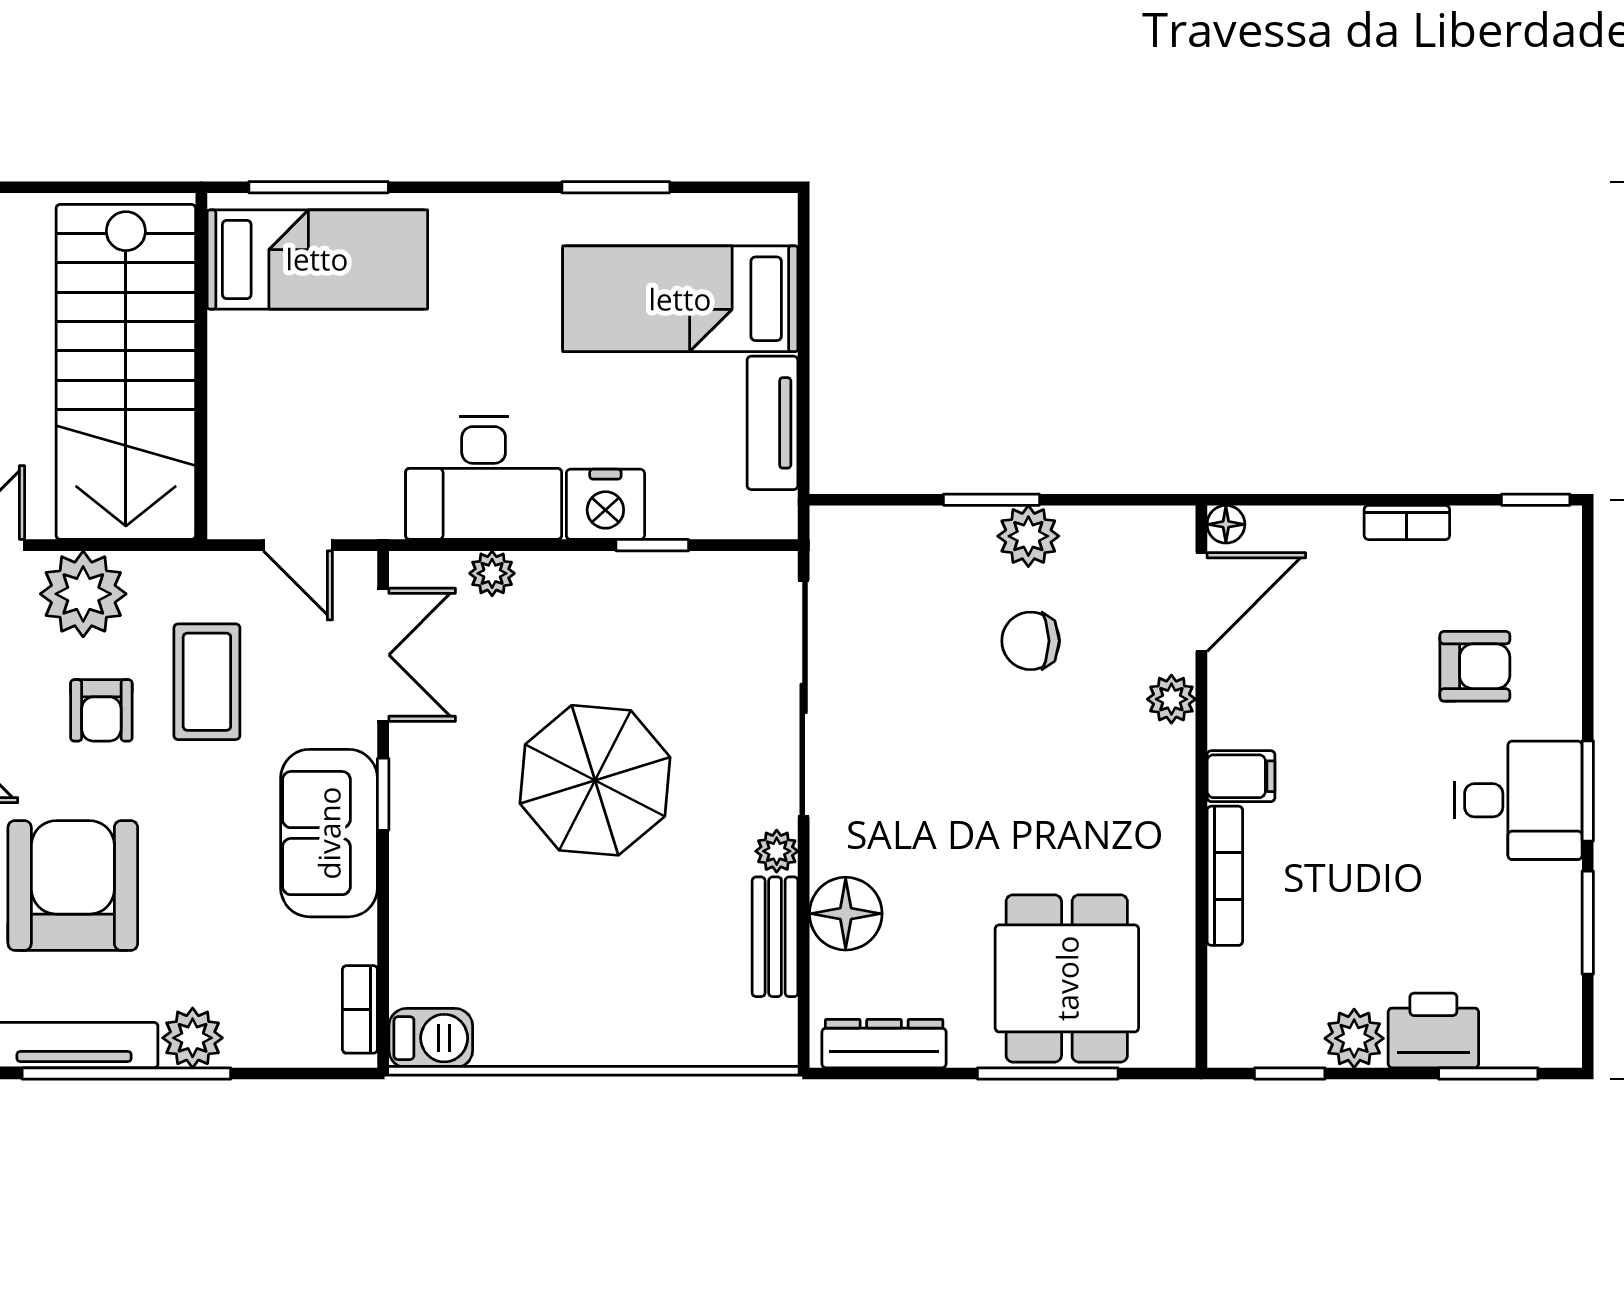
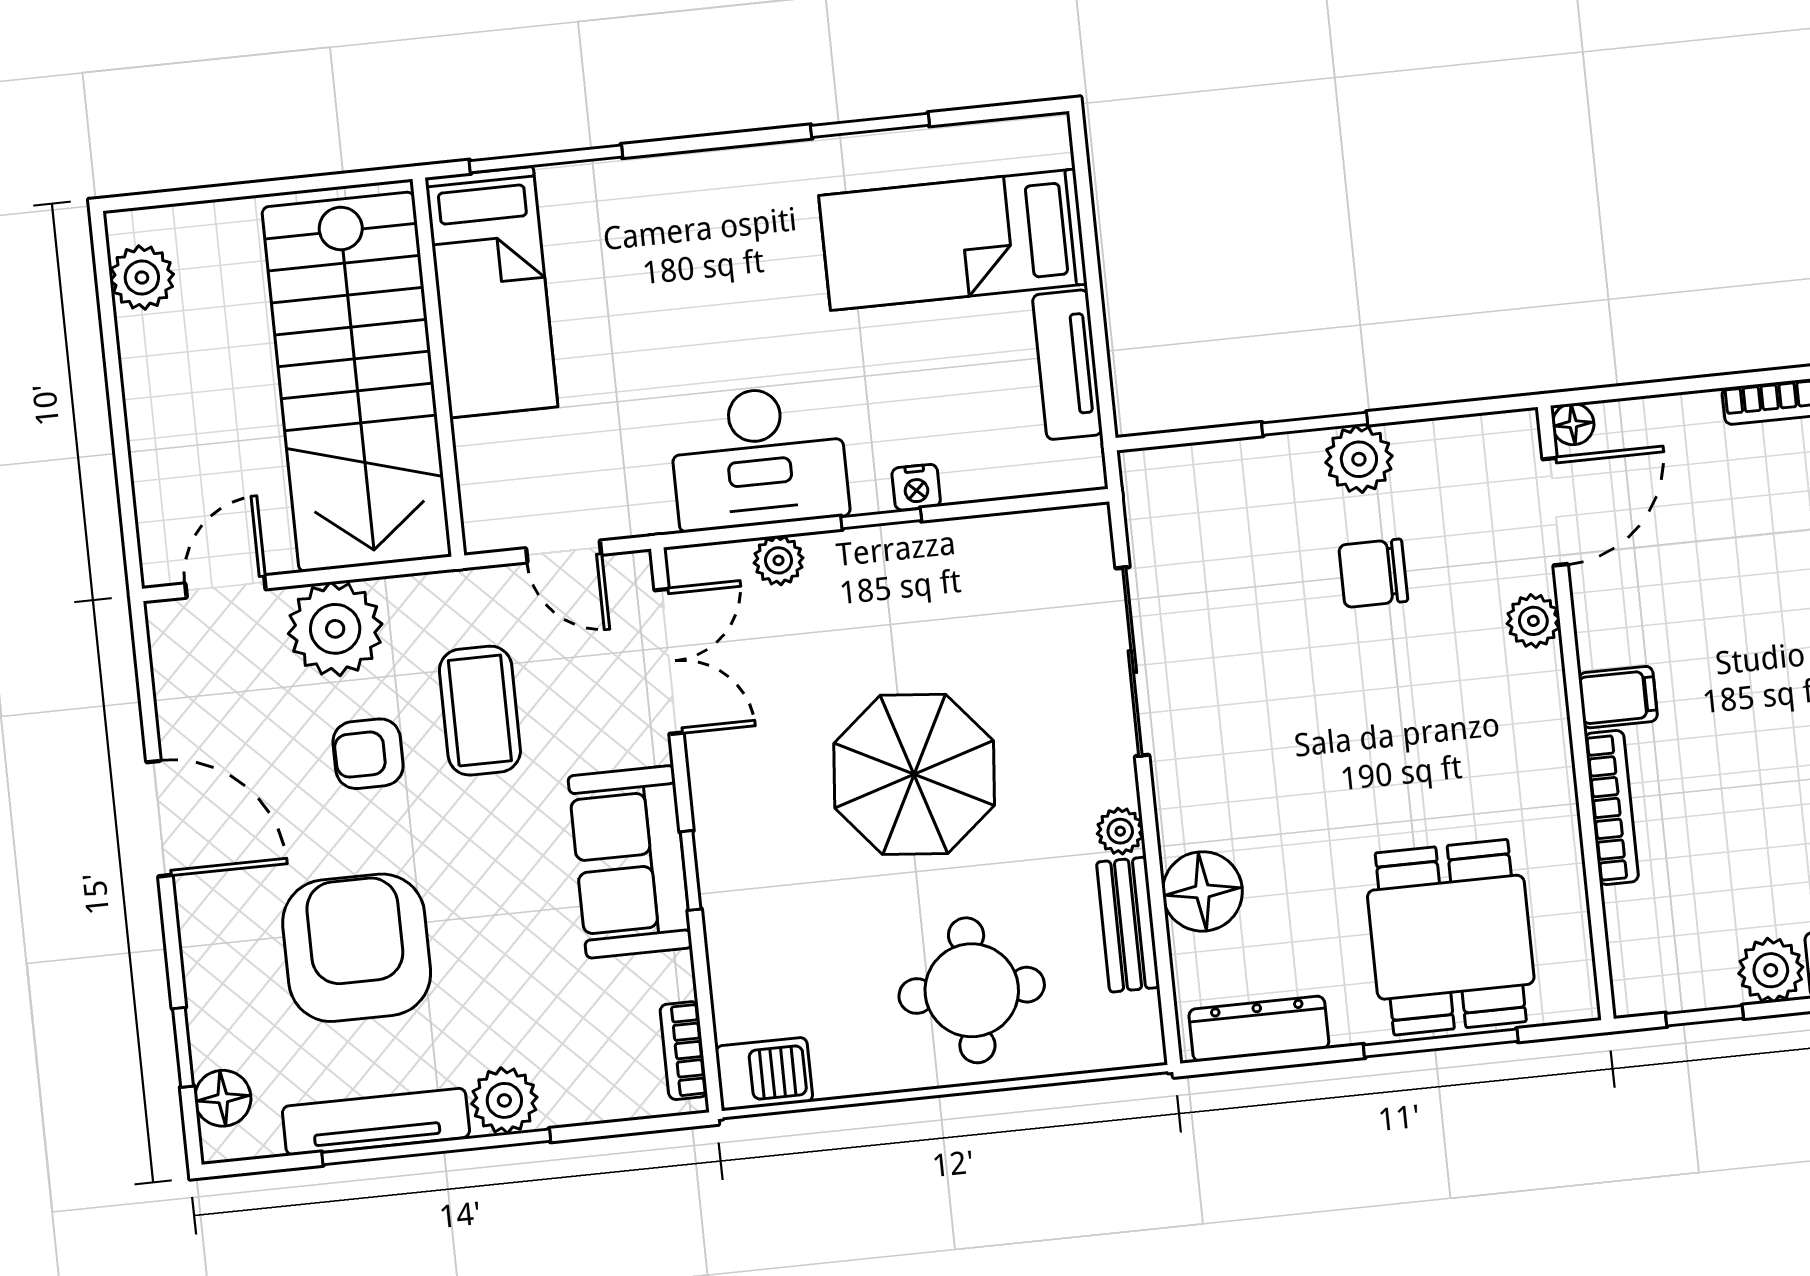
bed: (317, 259) -> (491, 292), moved, turned 90
nightstand: (605, 504) -> (916, 487), width x0.53, depth x0.56
window: (652, 545) -> (881, 519), moved
sliding door: (804, 698) -> (1132, 662), width x0.73
armchair: (101, 710) -> (368, 754), turned 90
window: (383, 794) -> (691, 870), moved
round table: (627, 982) -> (972, 990), added

